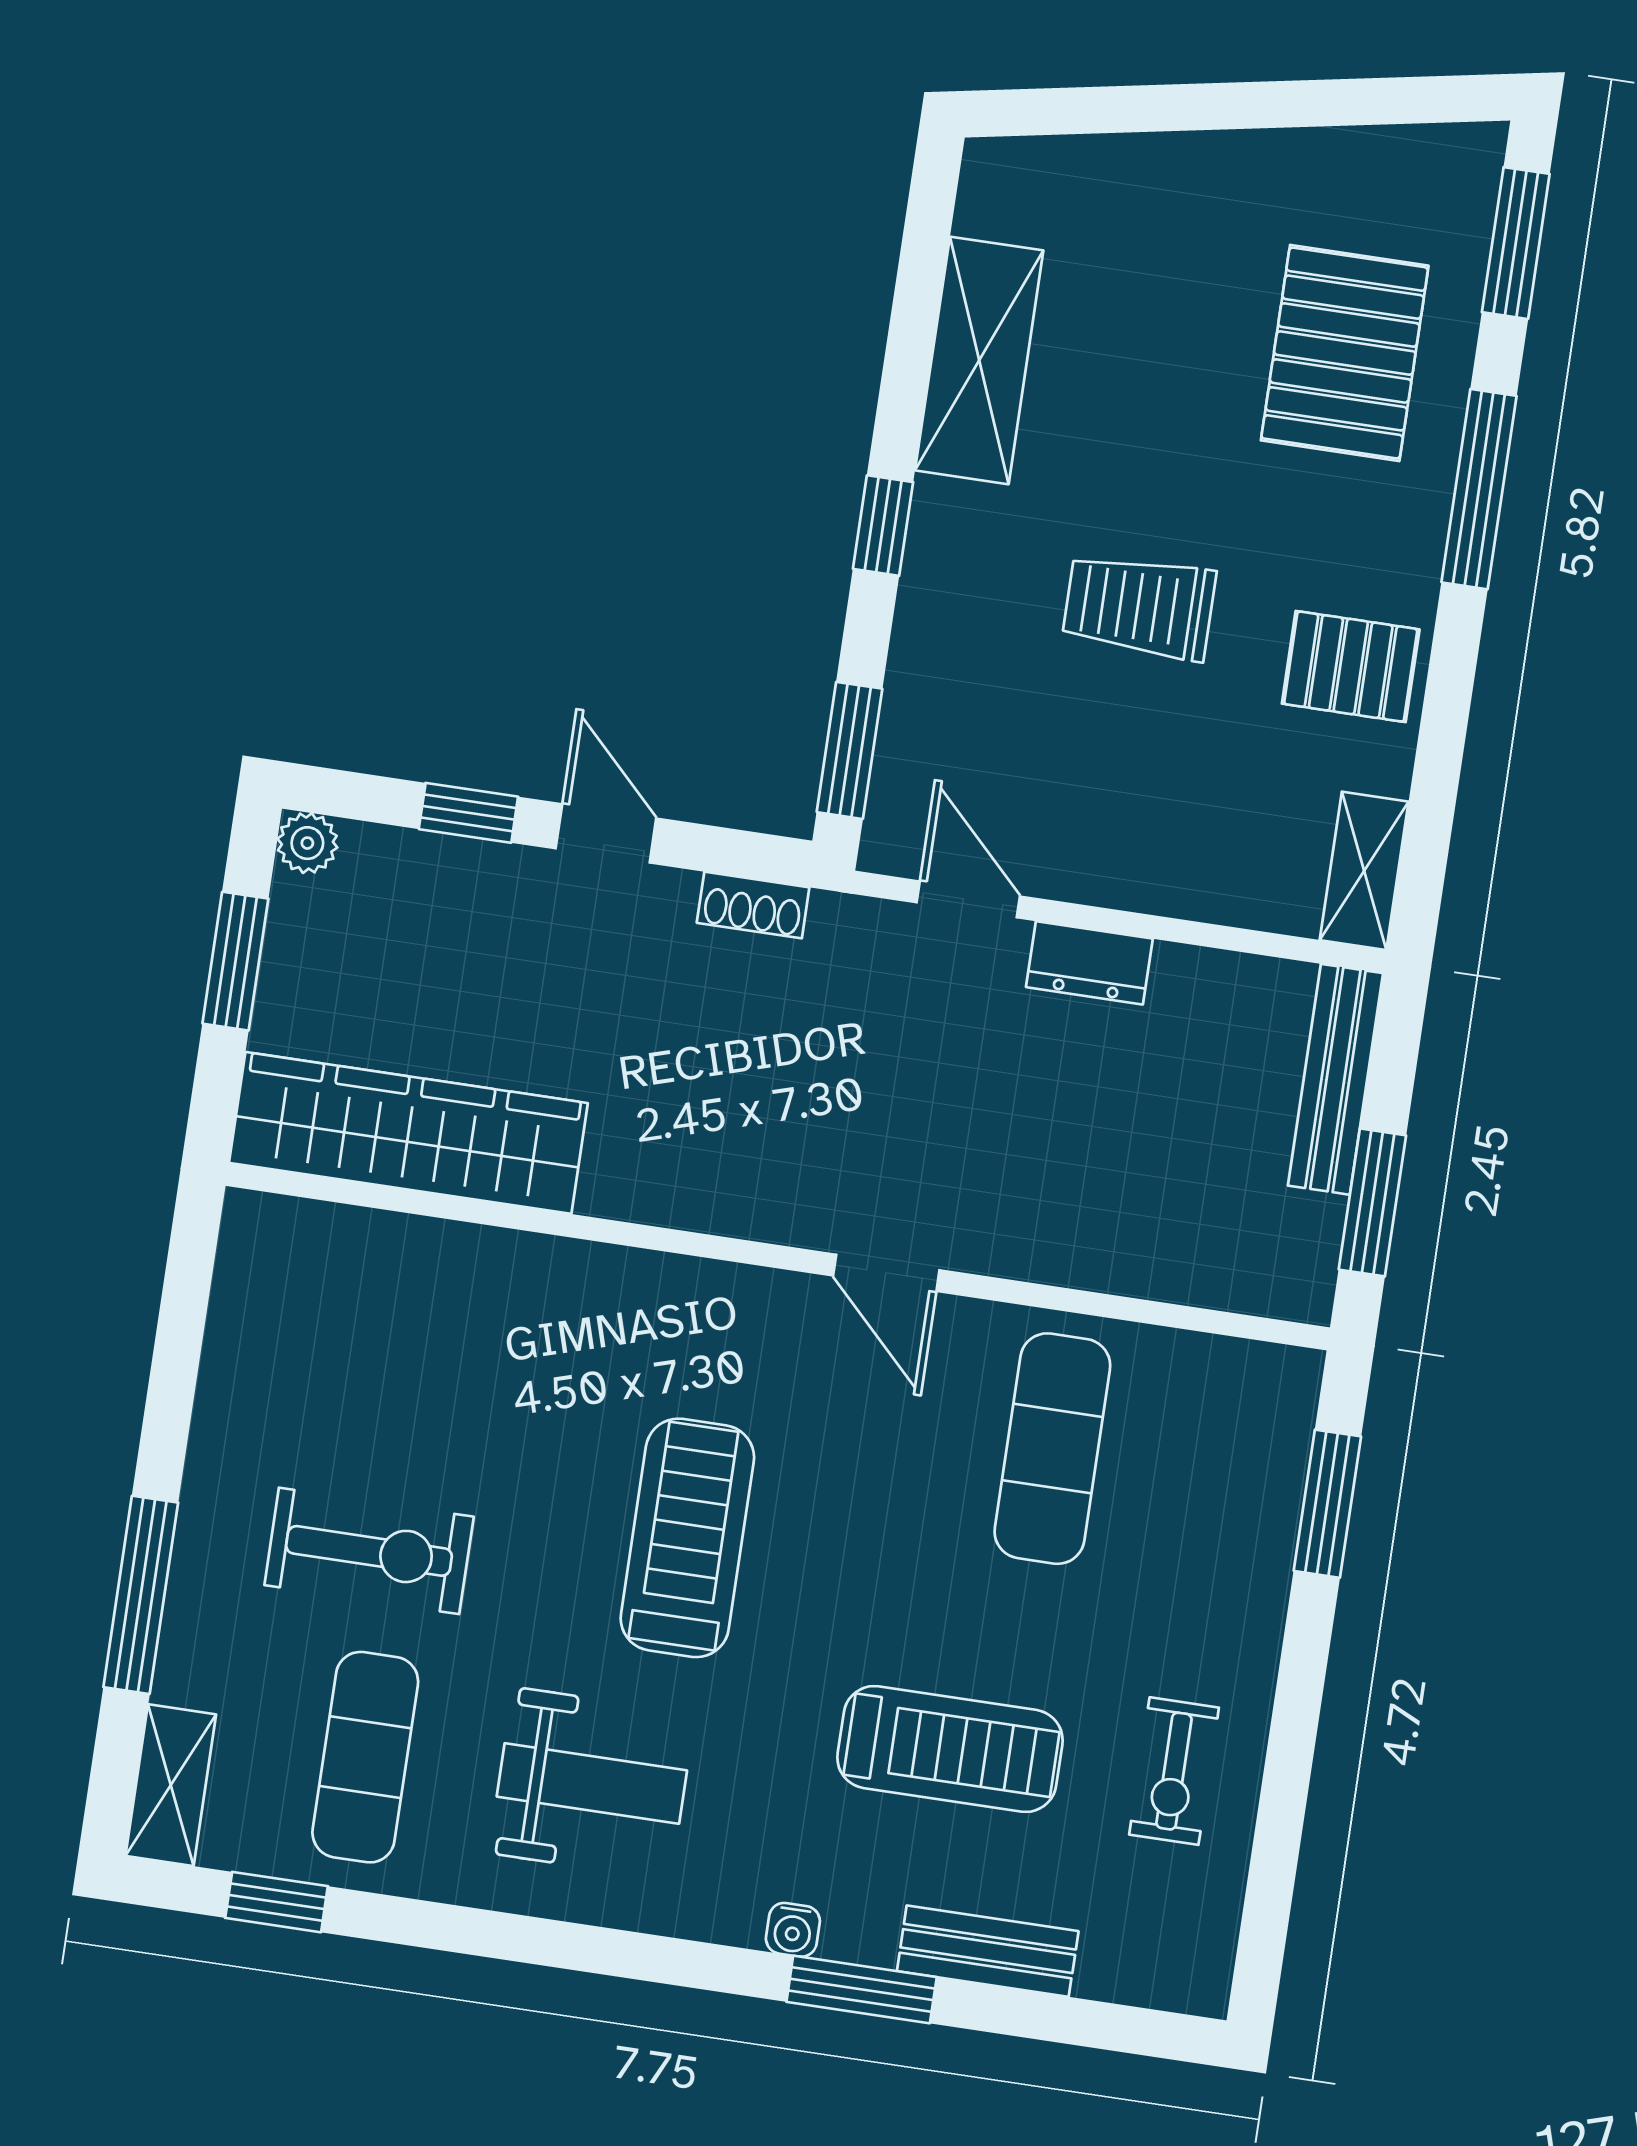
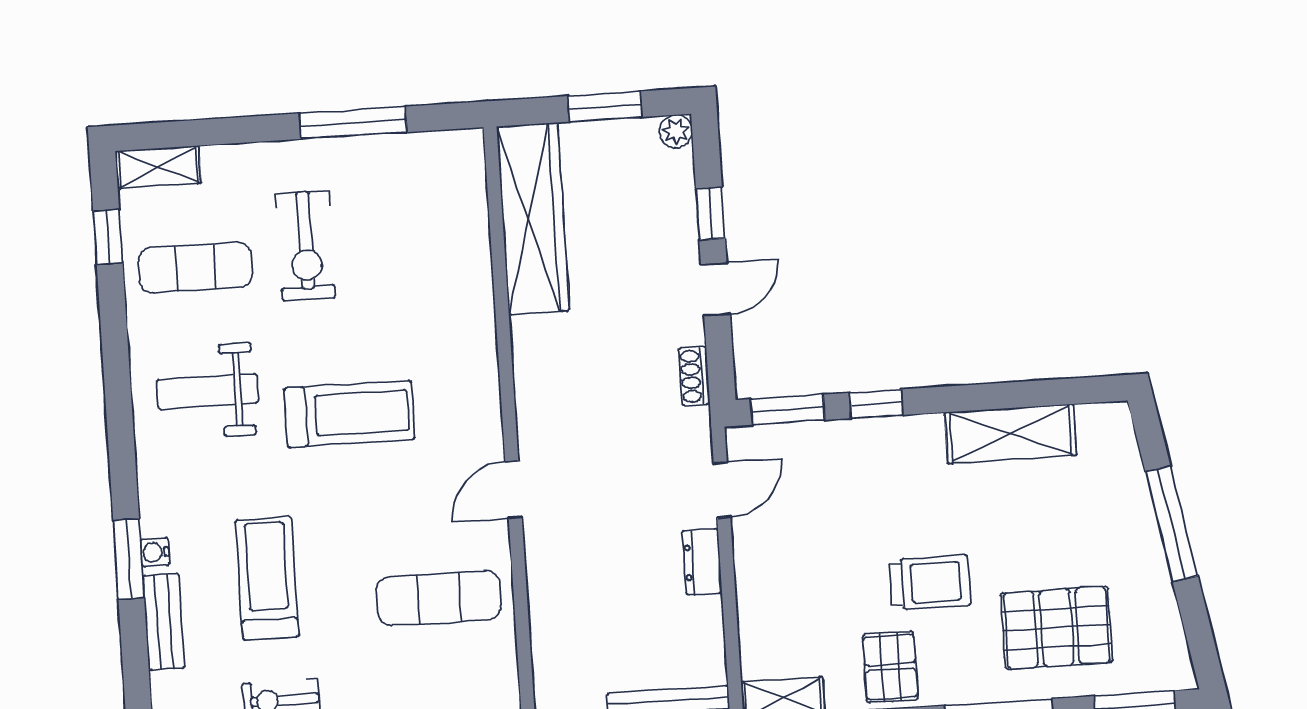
window: (1203, 107) -> (1172, 524), added
window: (883, 526) -> (876, 404), moved
trolley: (1139, 606) -> (930, 582), moved, turned 90
window: (141, 1595) -> (353, 123), moved
treadmill: (950, 1749) -> (267, 578), turned 180
weight bench: (592, 1783) -> (207, 391), turned 90
water cooler: (793, 1930) -> (155, 552), moved

